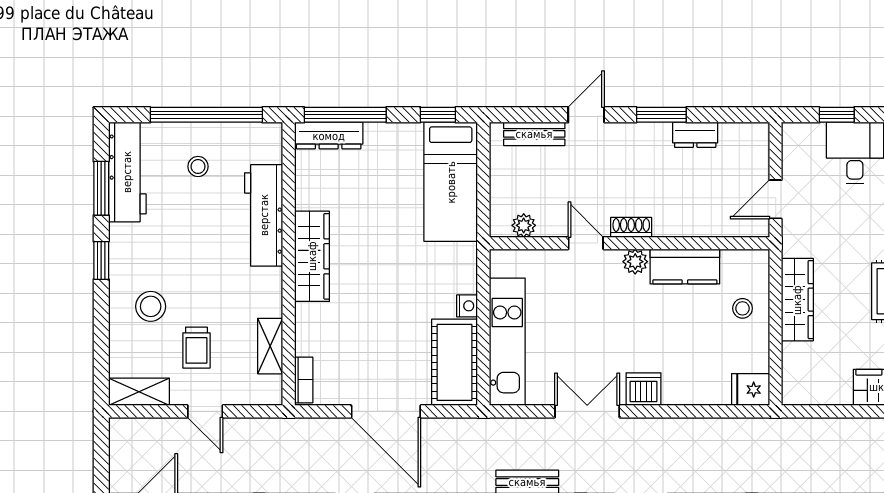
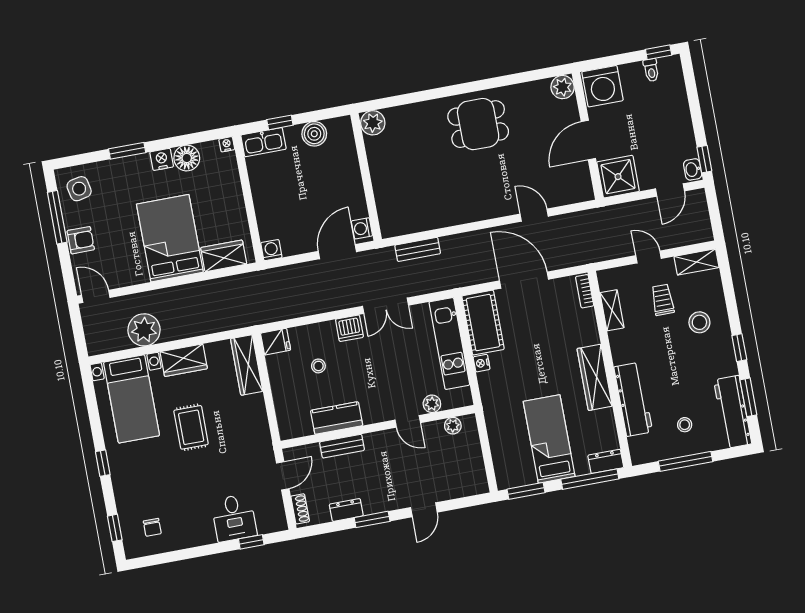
window: (206, 115) -> (686, 461), width x0.68
window: (438, 115) -> (526, 491), width x1.50
bench: (534, 134) -> (342, 446), moved
dresser: (329, 136) -> (606, 461), width x0.70
bed: (451, 182) -> (549, 439), moved
shoe rack: (631, 227) -> (300, 509), moved, turned -90
plant: (635, 262) -> (432, 404), moved
wardrobe: (797, 300) -> (247, 365), moved
stool: (743, 308) -> (318, 366), moved

